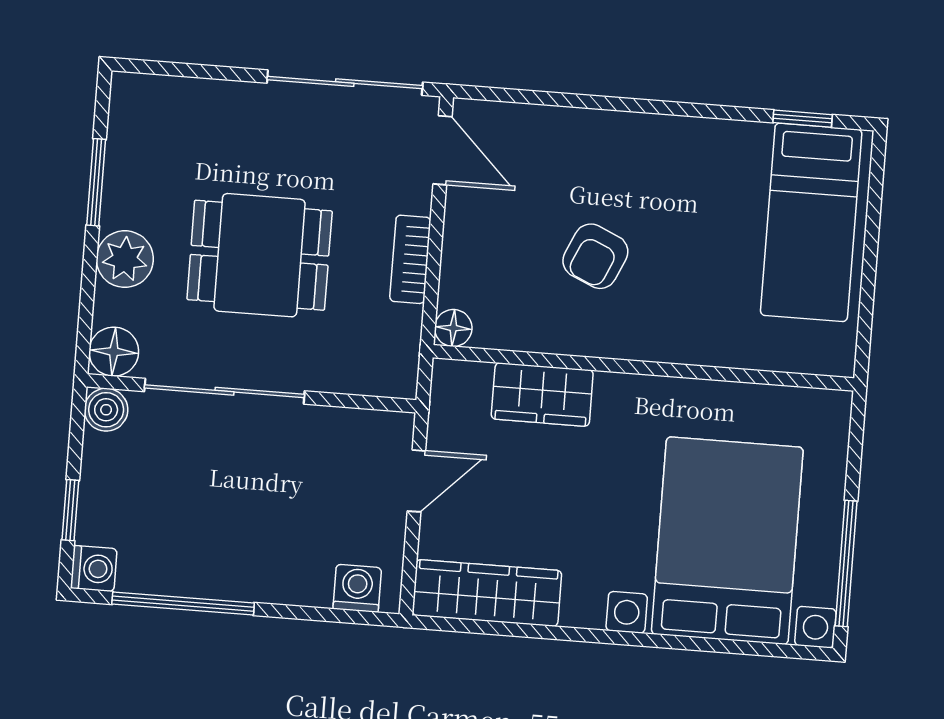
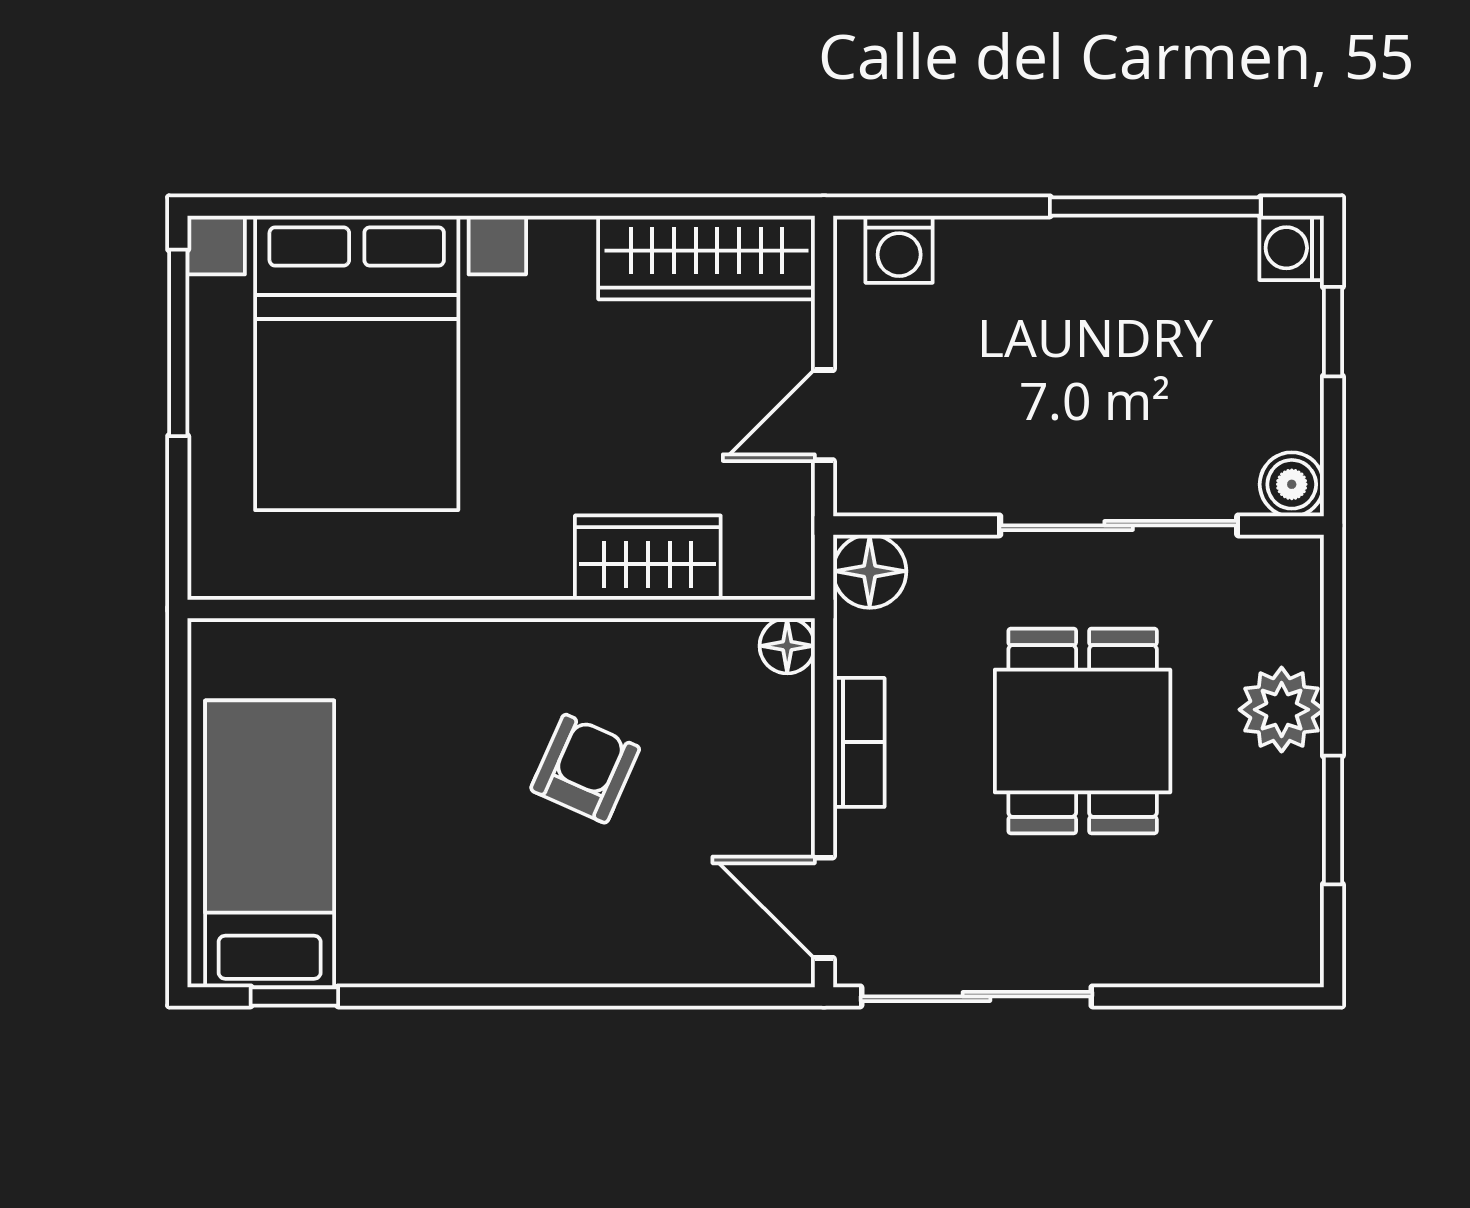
dining table: (260, 255) -> (1083, 731), turned 90
floor lamp: (114, 352) -> (870, 571), moved

